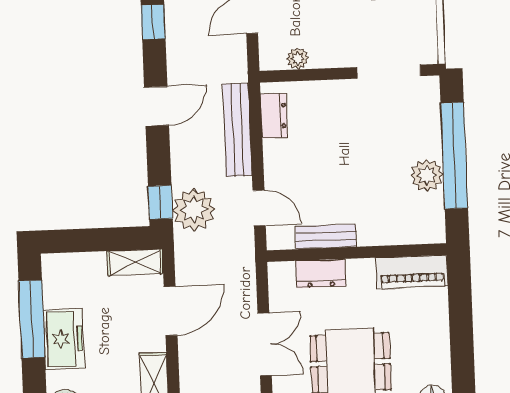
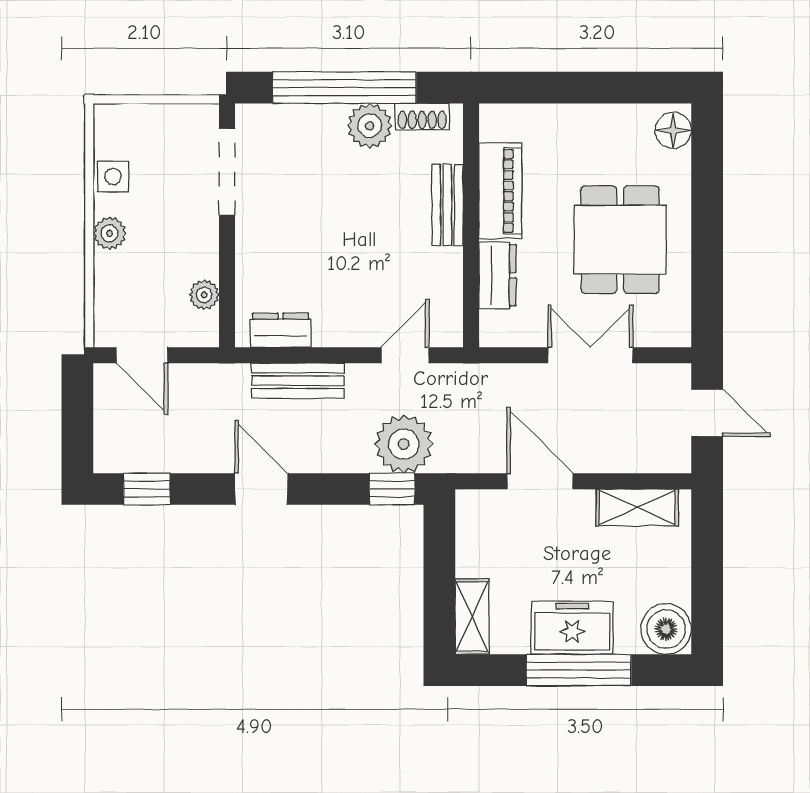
bench: (237, 130) -> (298, 381), width x0.73
shoe rack: (435, 214) -> (422, 116), added
bench: (326, 237) -> (447, 205), moved
shelving: (135, 262) -> (472, 617), moved
piano: (412, 272) -> (500, 191), moved
window: (32, 319) -> (579, 670), moved

